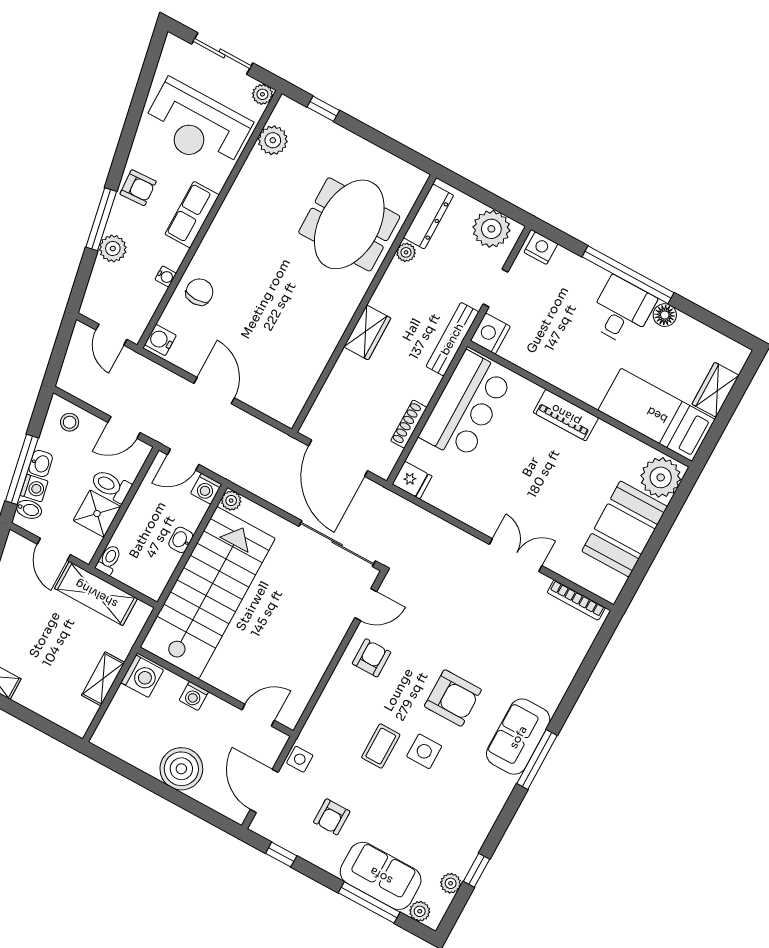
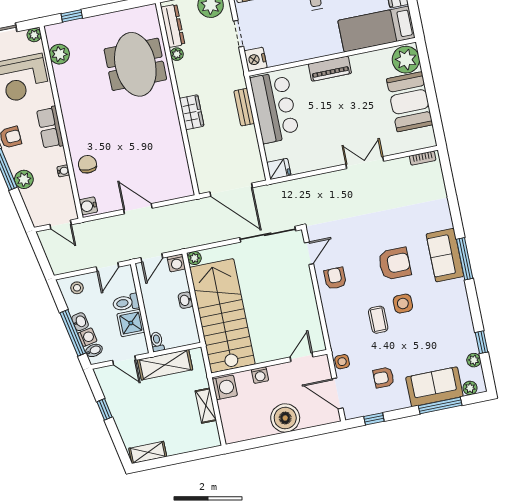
bench: (452, 339) -> (244, 107), moved, width x0.73
shoe rack: (409, 424) -> (253, 141), removed
bookcase: (576, 600) -> (423, 158), width x0.64
armchair: (332, 817) -> (384, 377), turned 90

